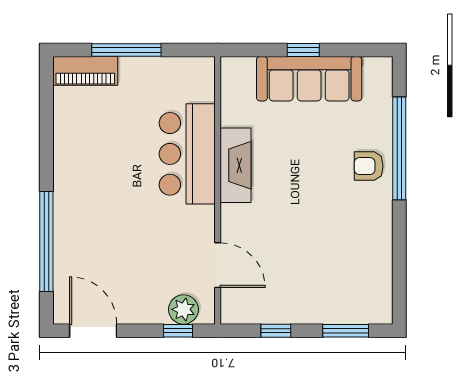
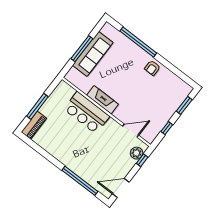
window: (303, 50) -> (82, 49), width x2.17
armchair: (369, 166) -> (152, 68), moved

